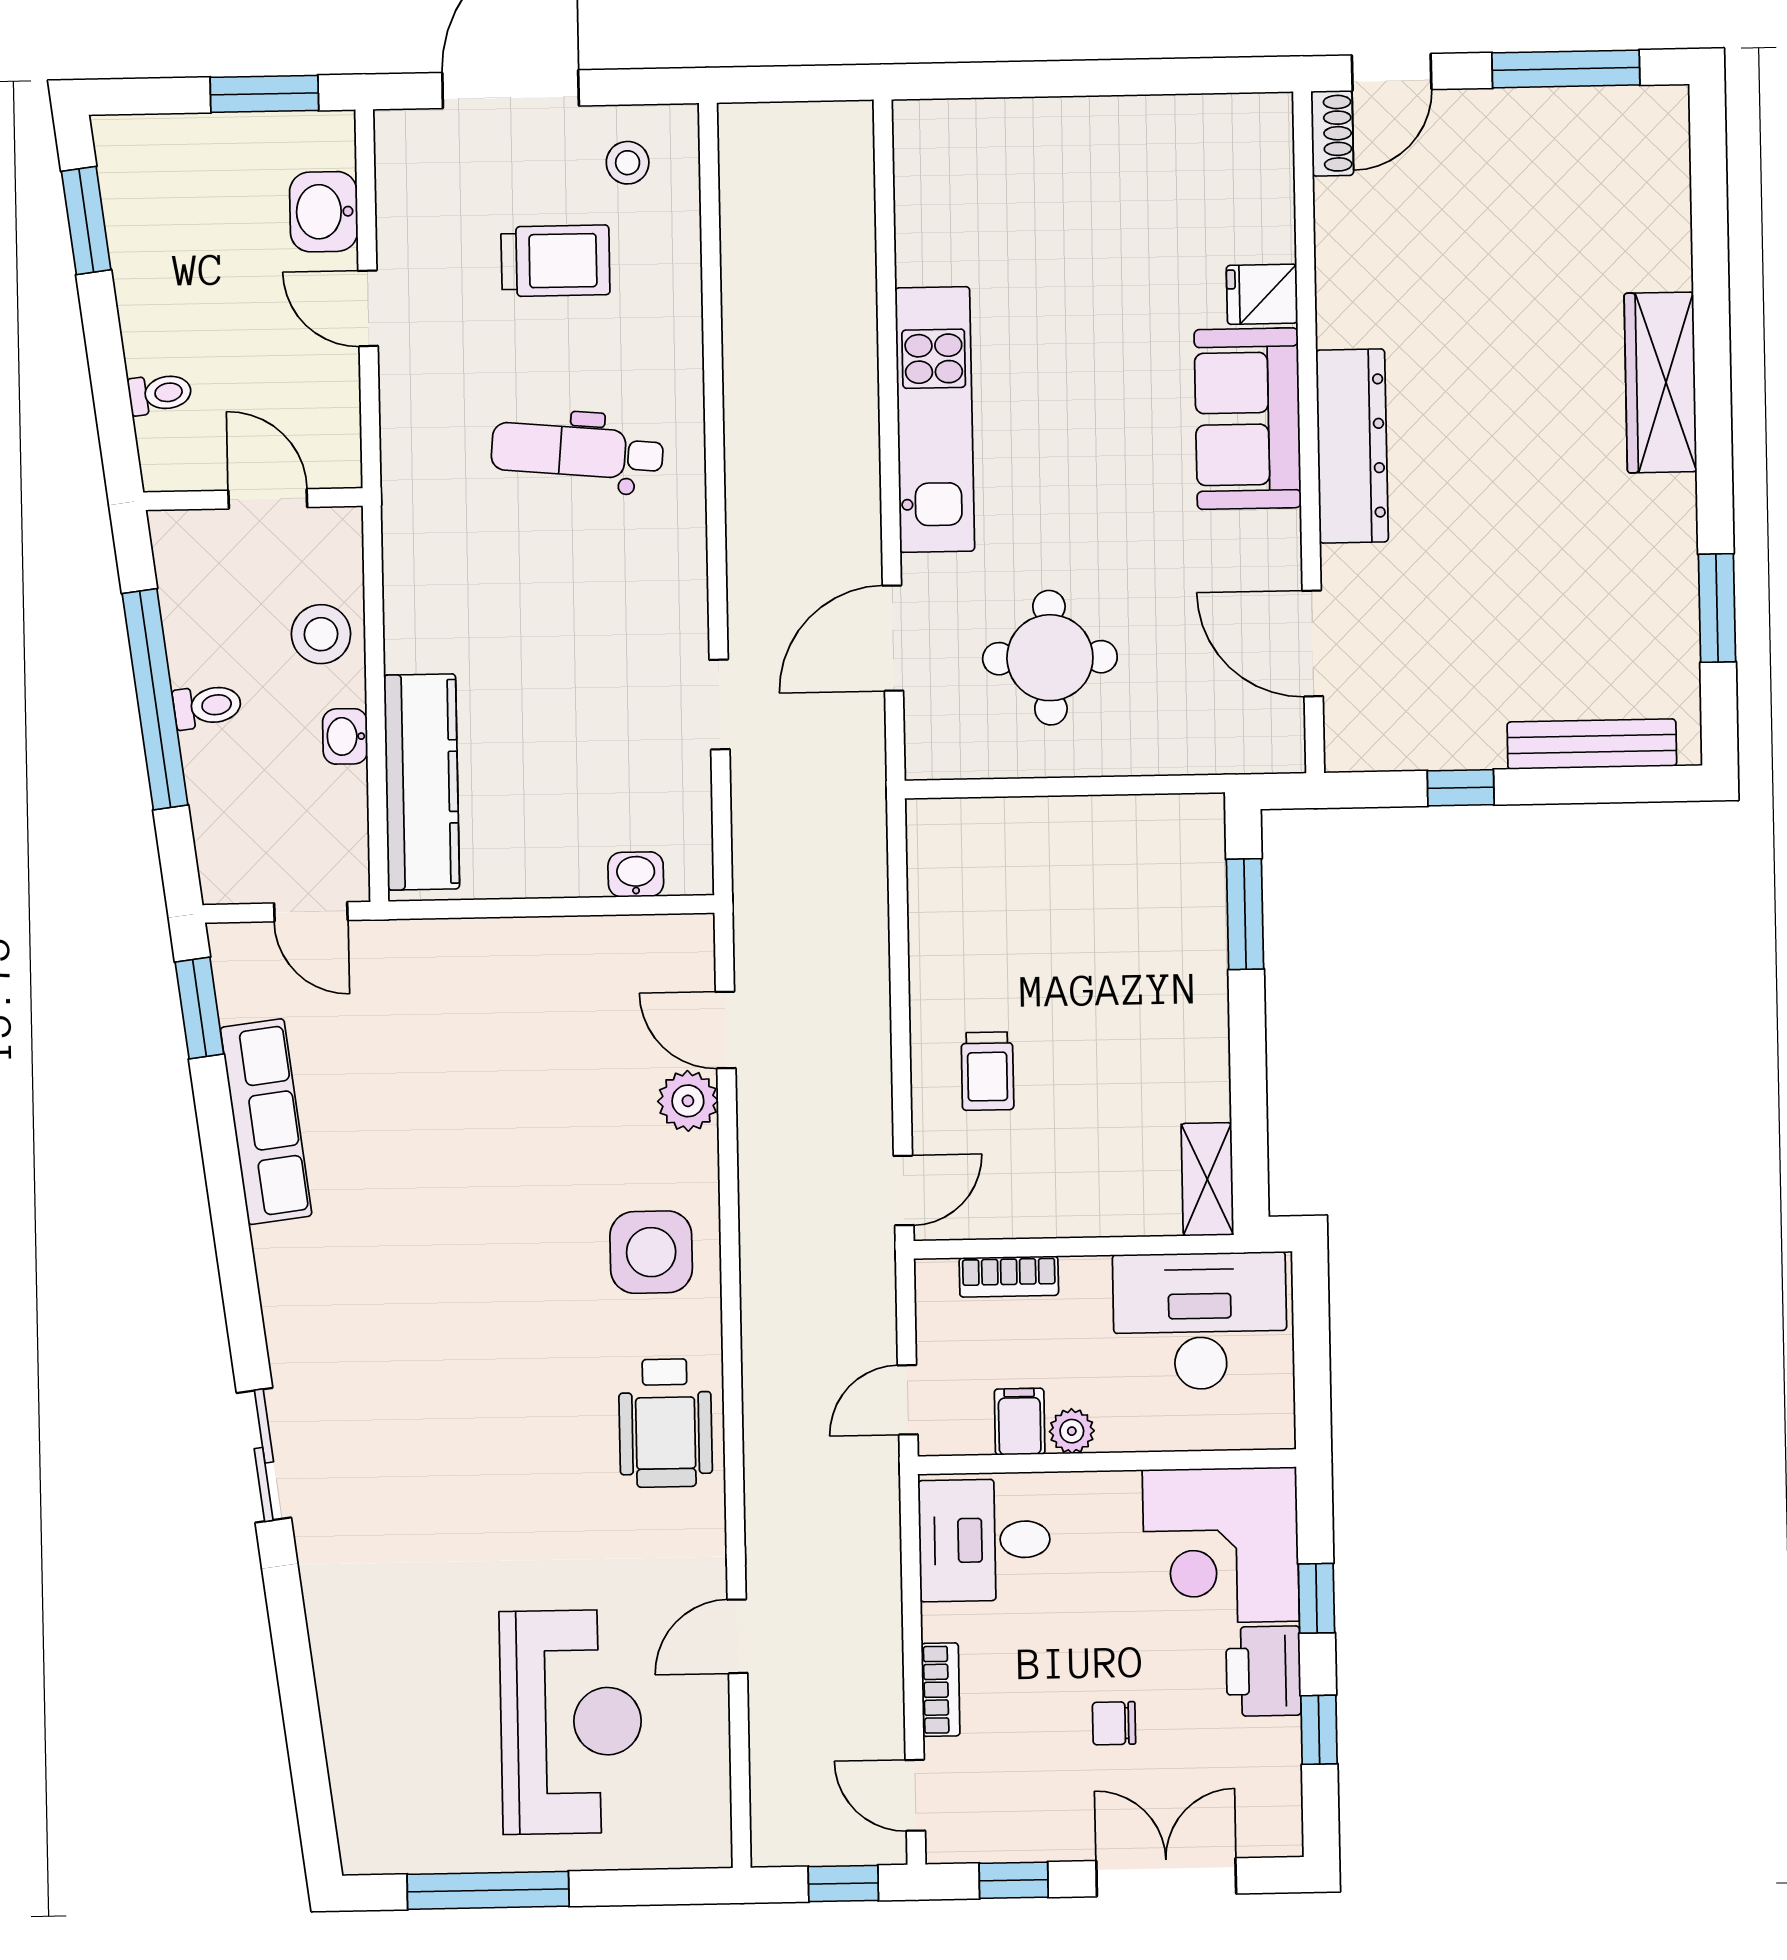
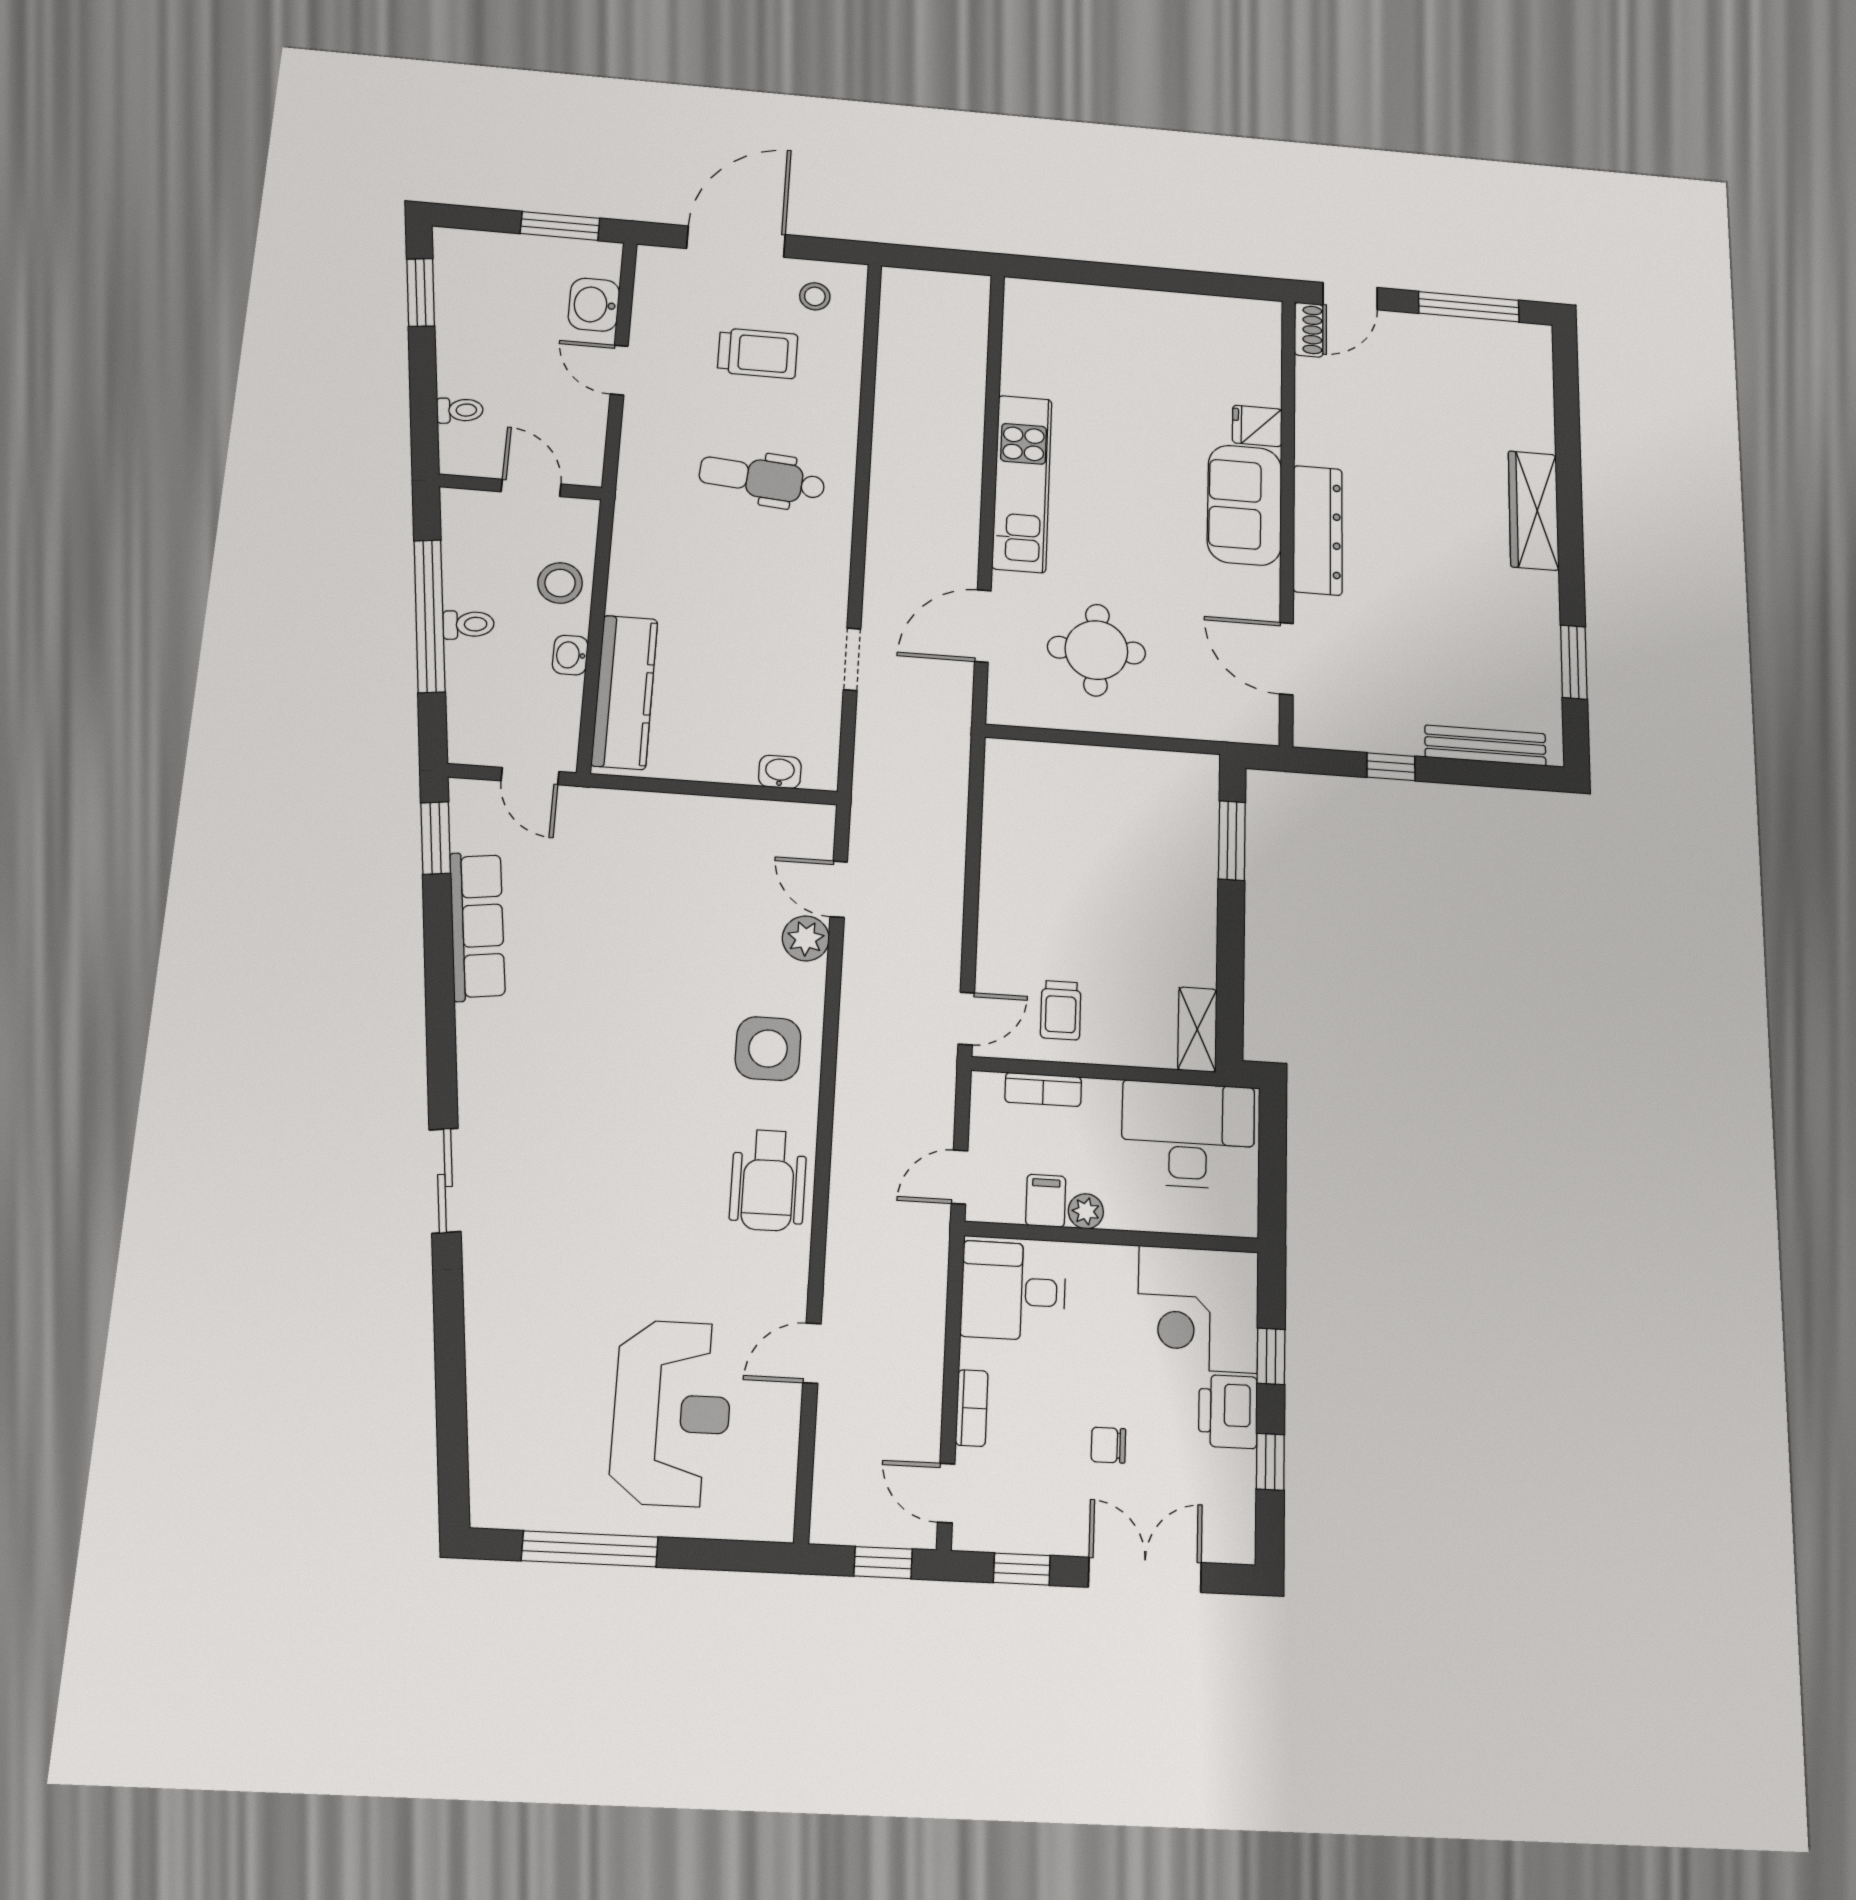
trolley: (987, 1071) -> (1061, 1010), moved

